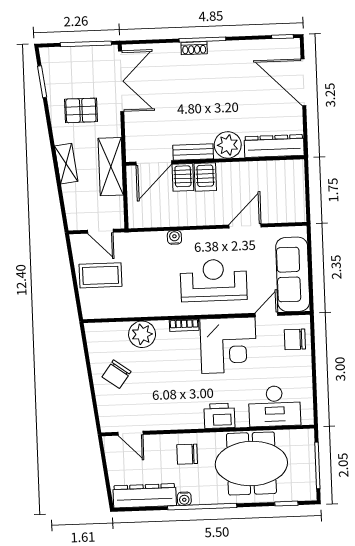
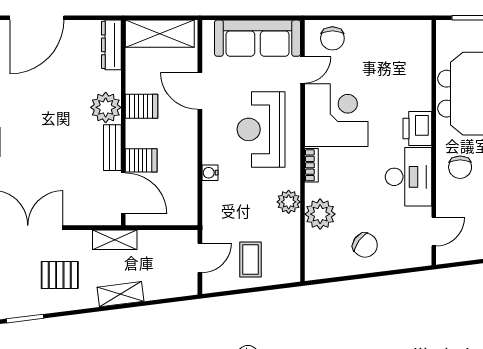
pallet: (81, 110) -> (60, 275), turned 90
dresser: (274, 146) -> (111, 45), width x0.73, depth x0.80
shelving: (111, 167) -> (115, 240), width x0.67, depth x0.75
server rack: (205, 177) -> (142, 106), moved
shelving: (293, 189) -> (160, 34), added
coffee table: (100, 275) -> (251, 259), width x0.73, depth x0.77
plant: (152, 307) -> (289, 202), added
door: (266, 314) -> (303, 70), swing flipped
desk: (275, 406) -> (408, 177), moved

